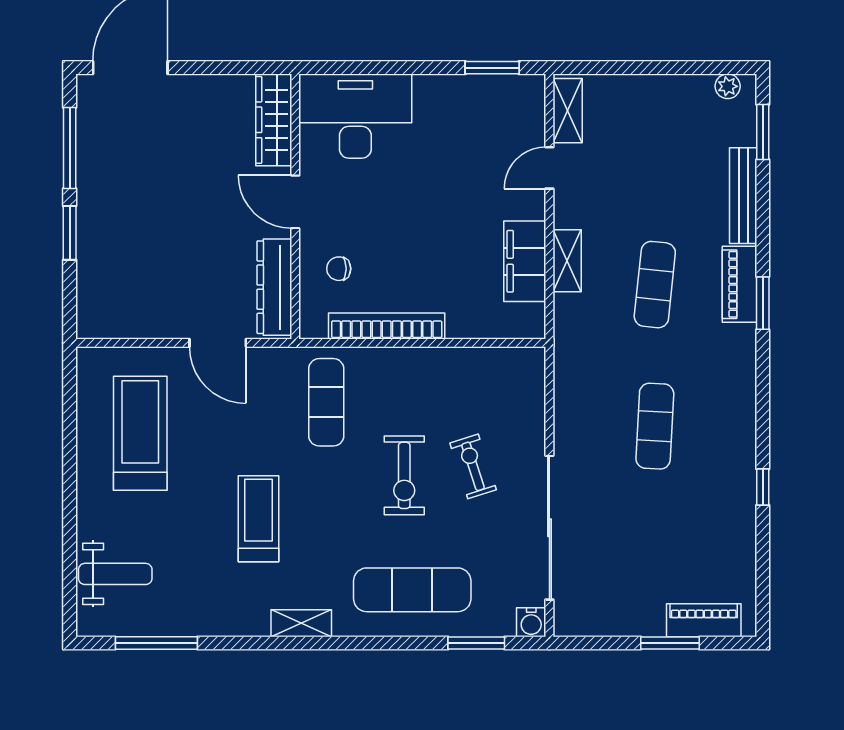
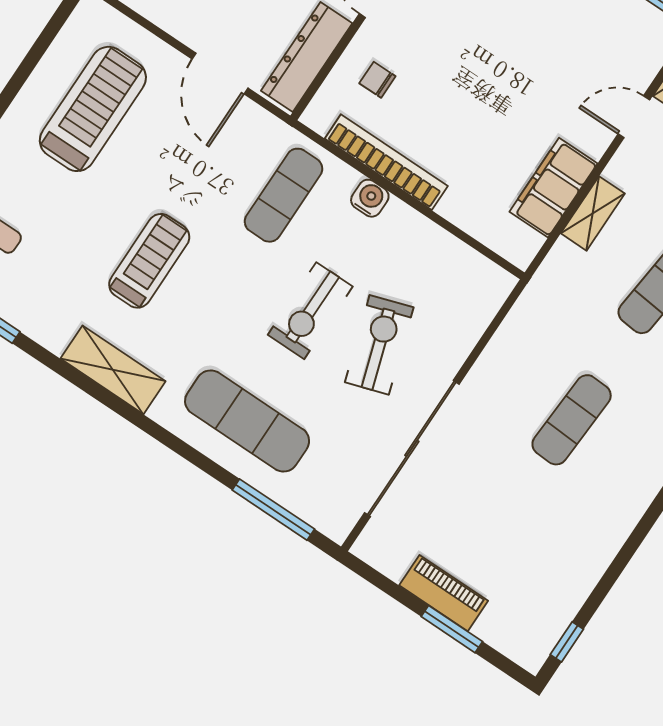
exercise bike: (473, 466) -> (379, 345), width x1.38, depth x1.39
window: (763, 487) -> (567, 642), moved
piano: (704, 620) -> (444, 593), moved
water cooler: (531, 622) -> (370, 198), moved, turned 180
shelving: (301, 623) -> (113, 370), width x1.50, depth x1.33
window: (476, 643) -> (273, 510), width x1.44

